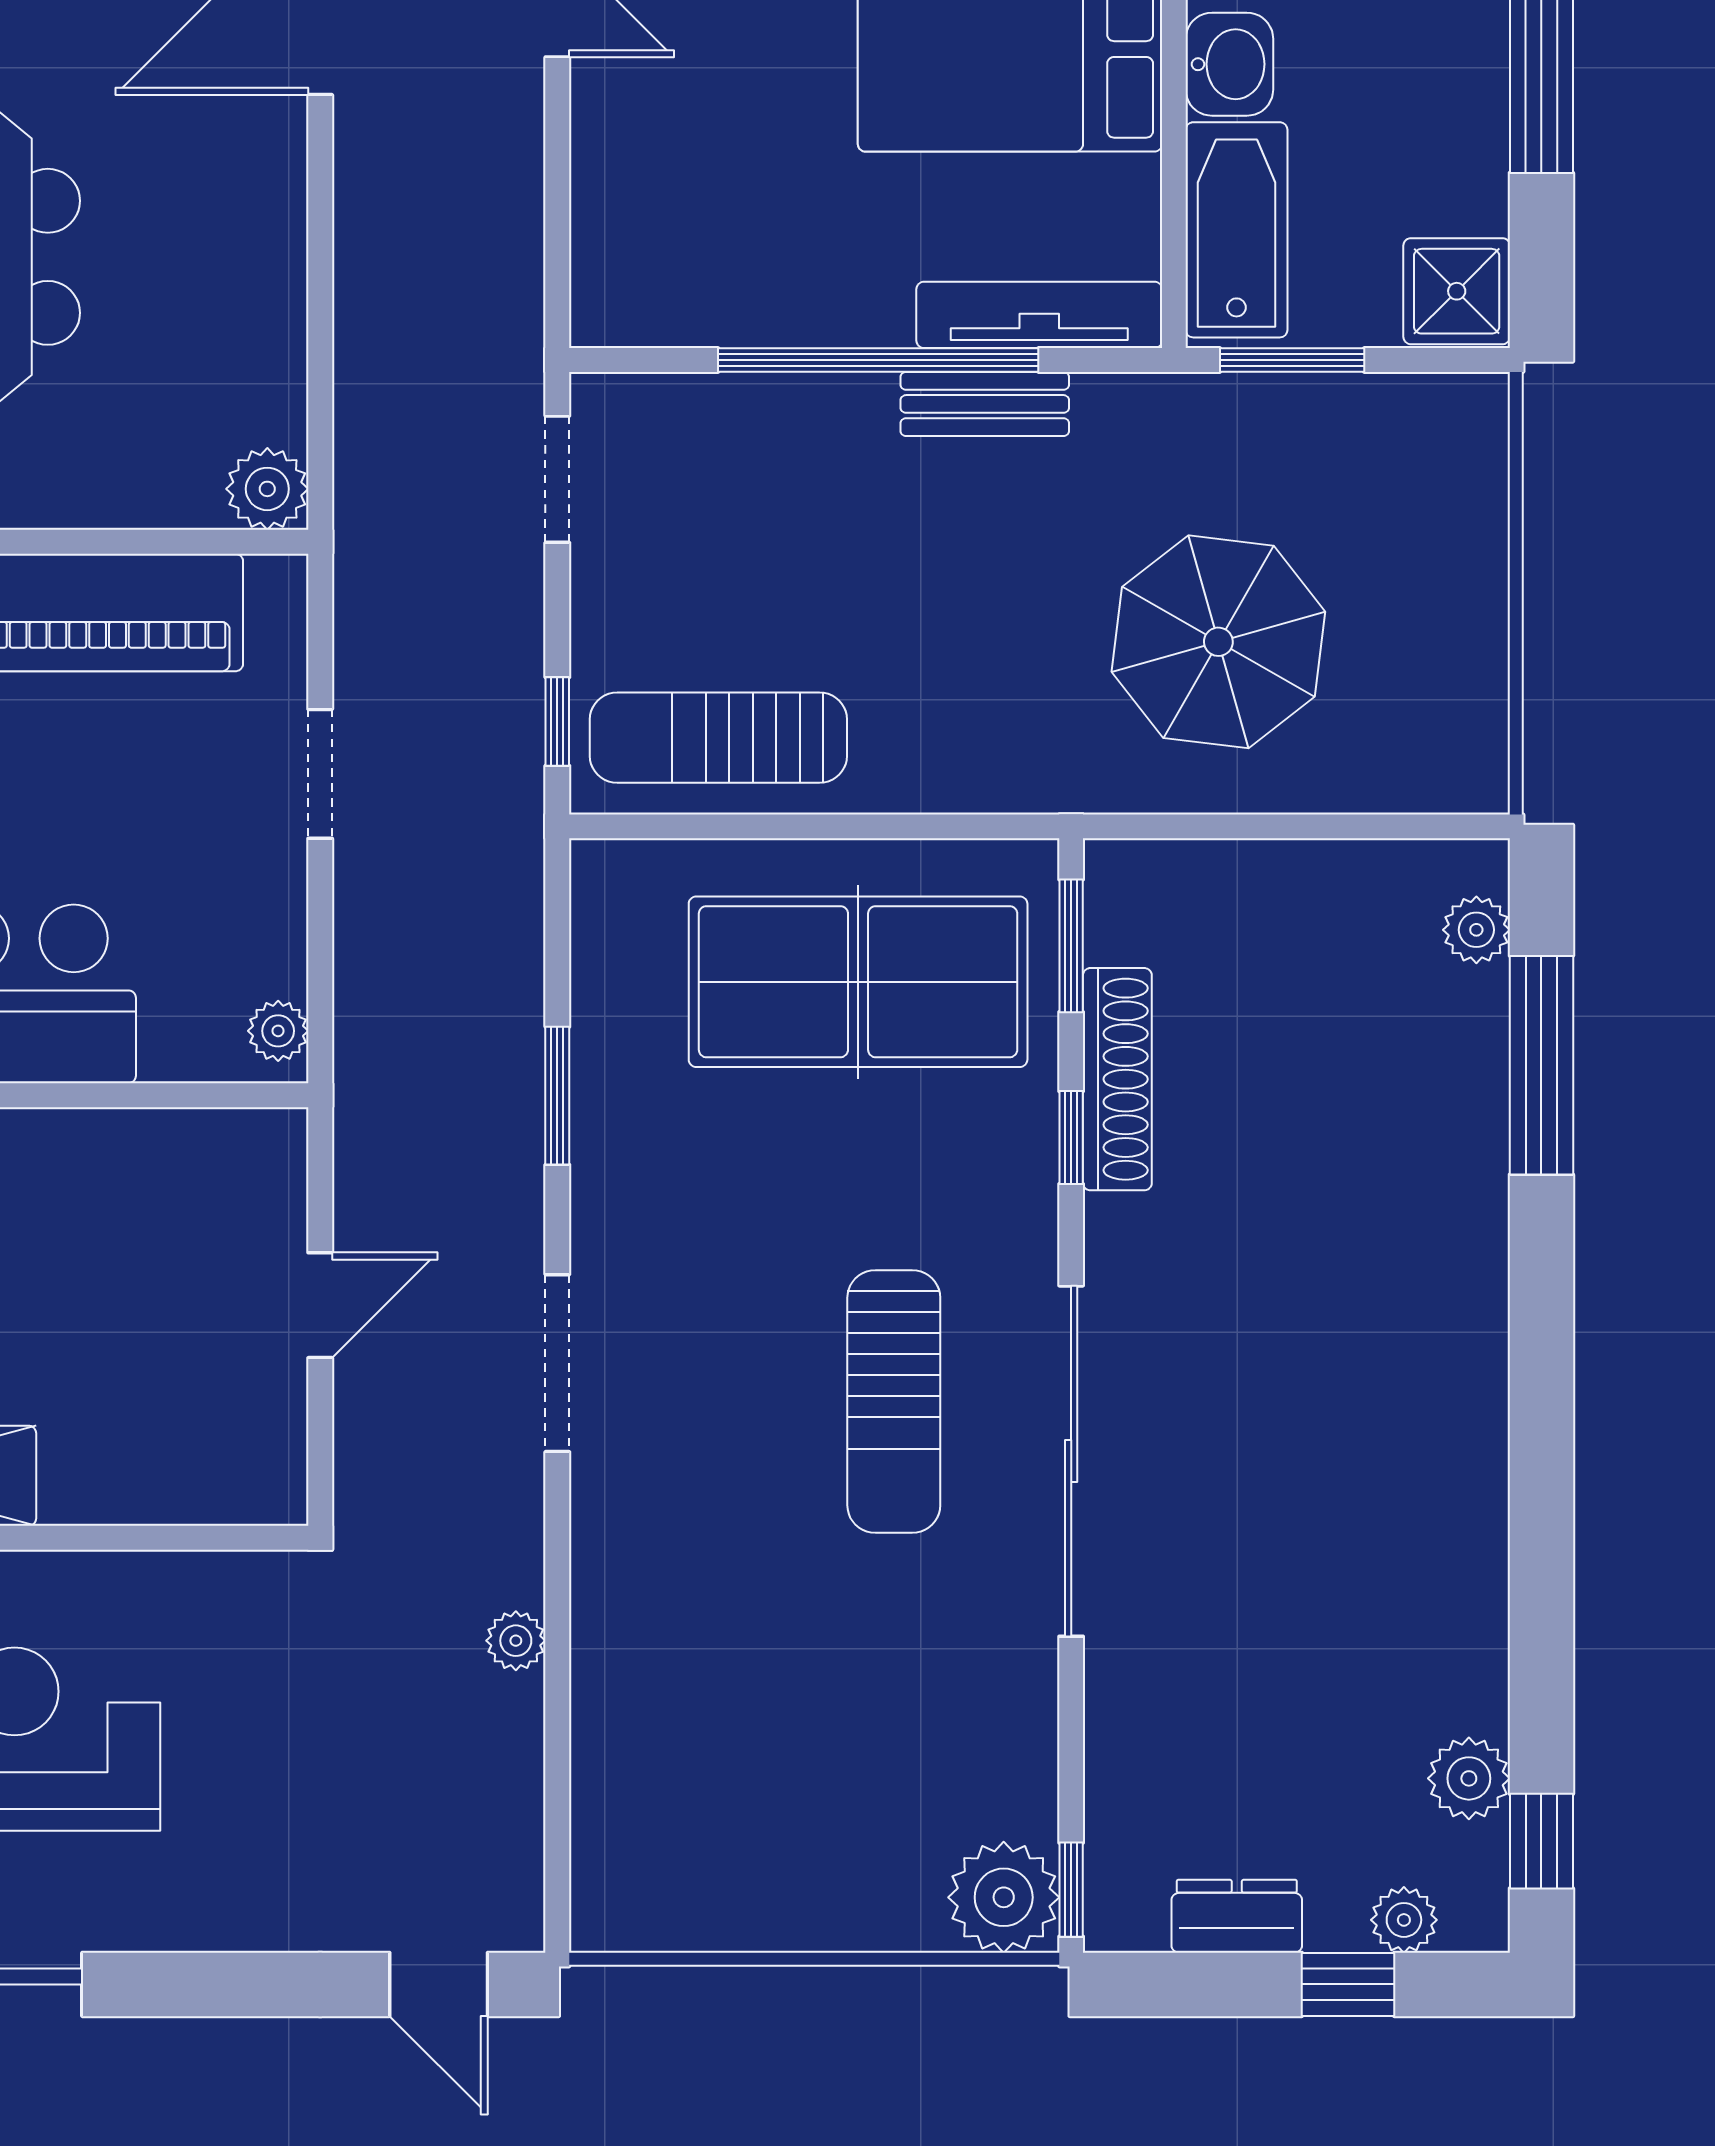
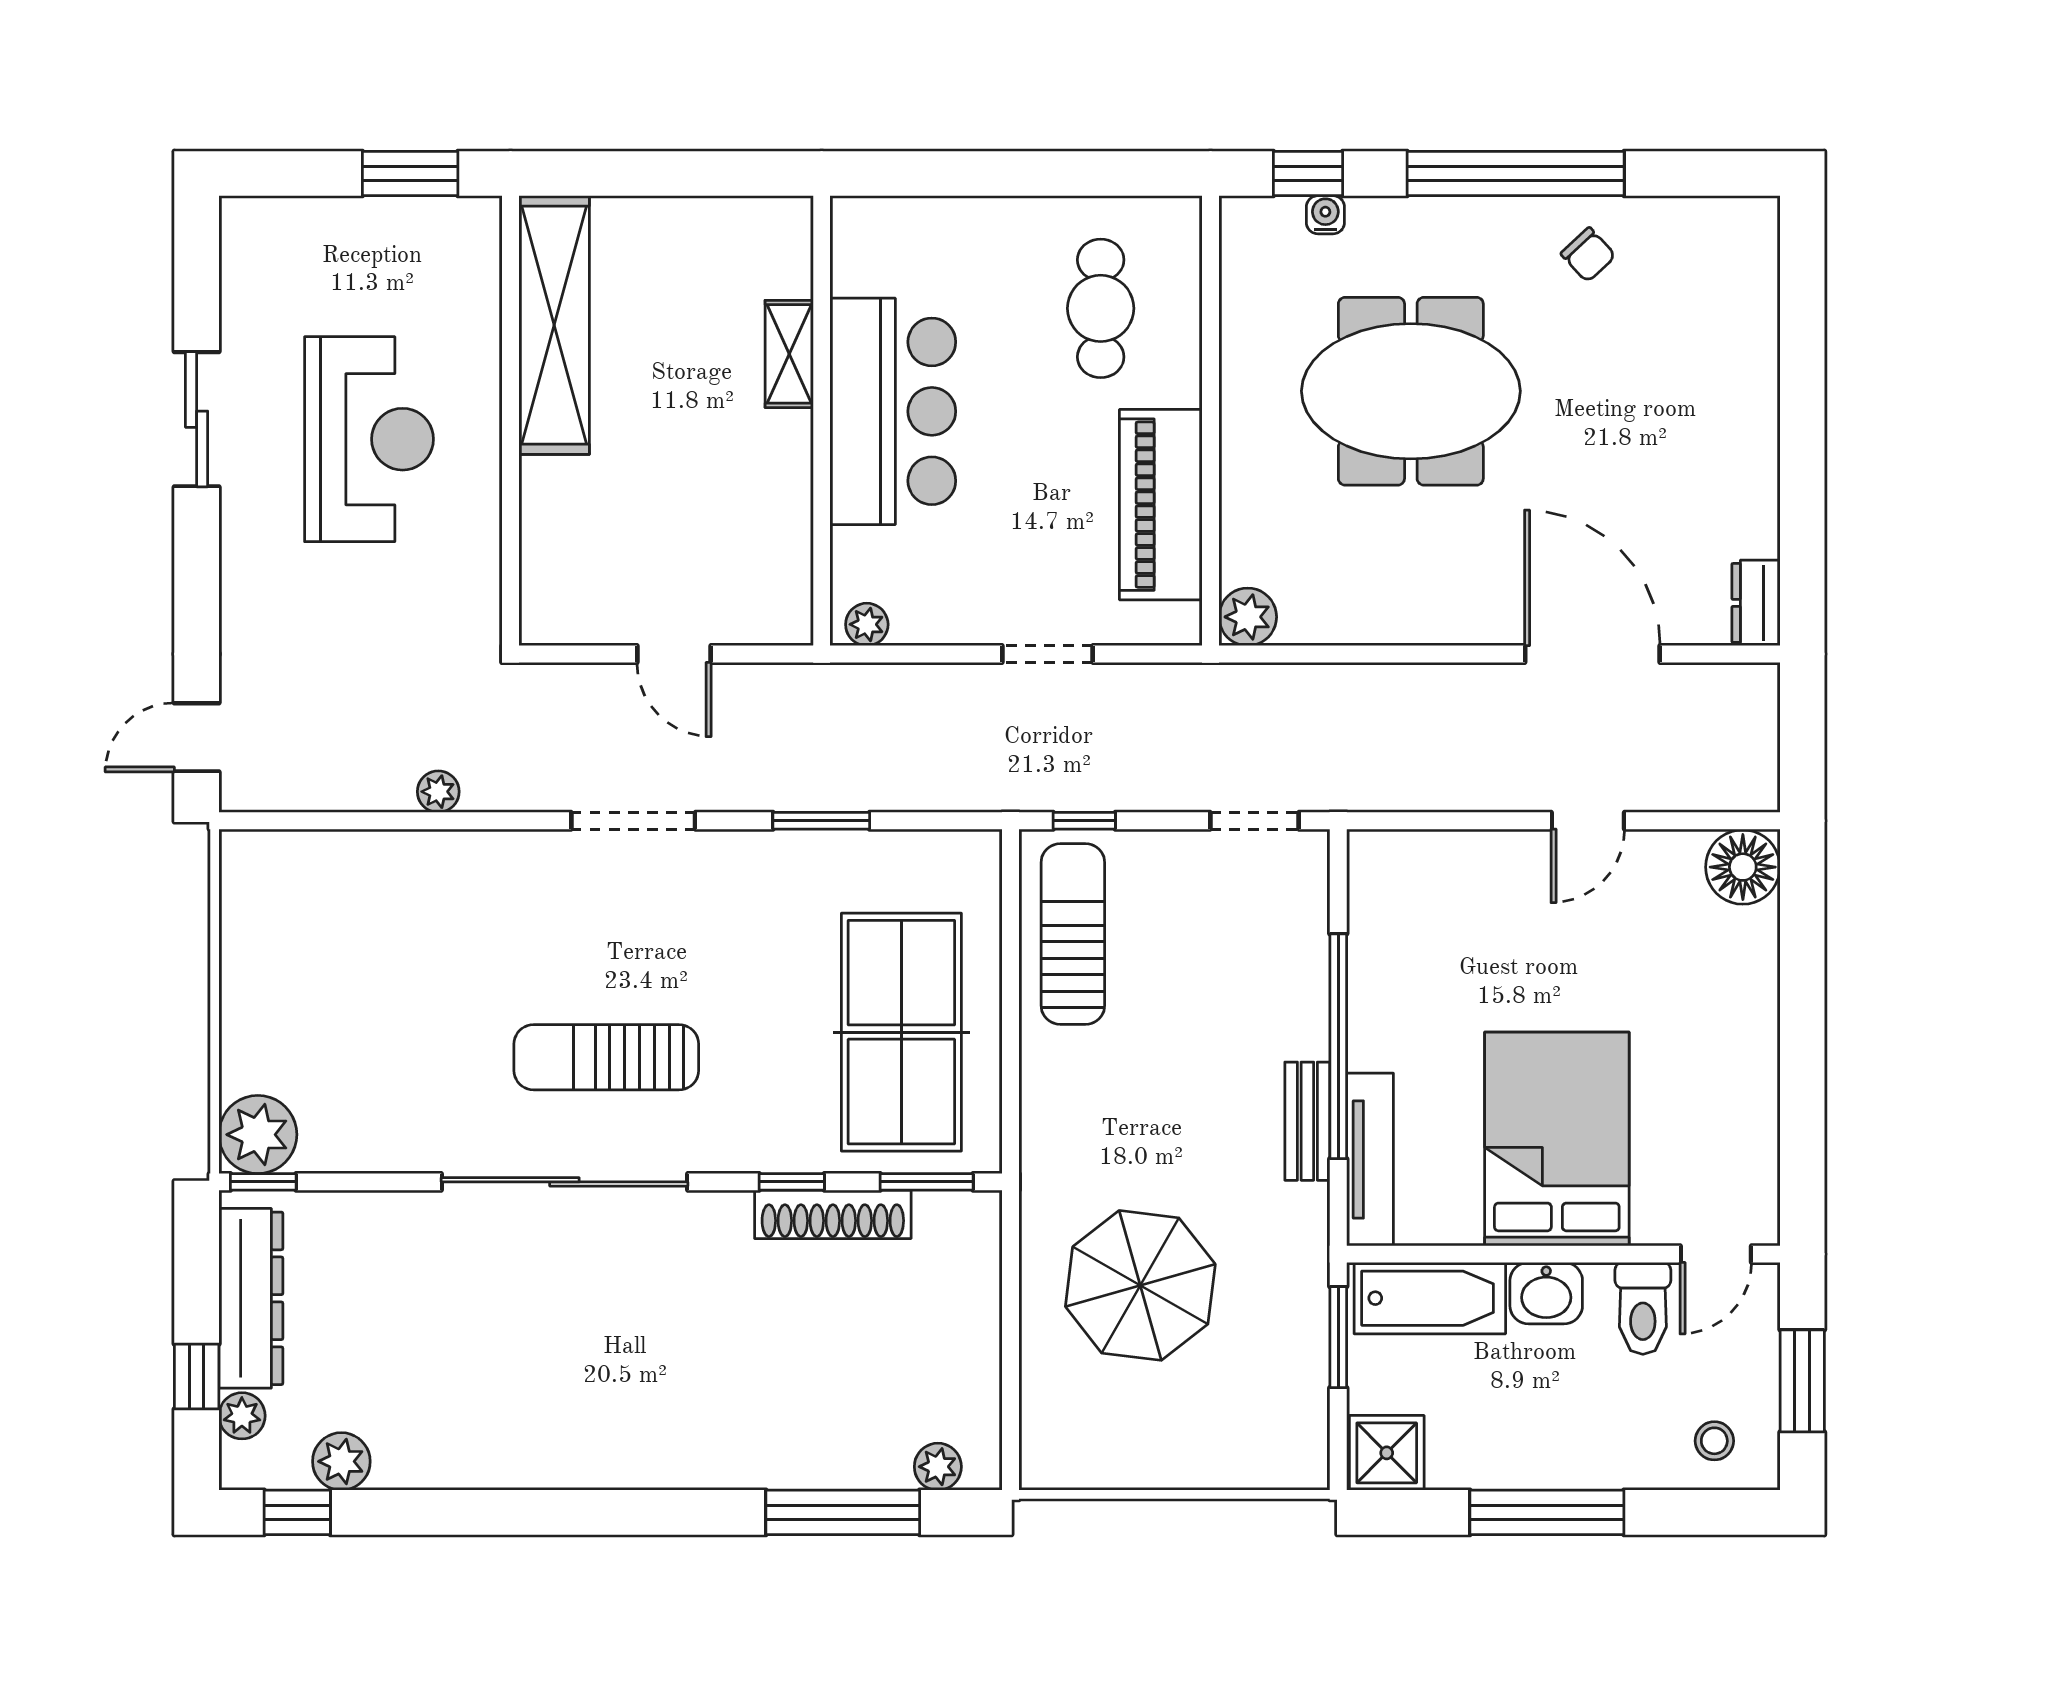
dresser: (1237, 1916) -> (251, 1298), width x1.96, depth x1.24

